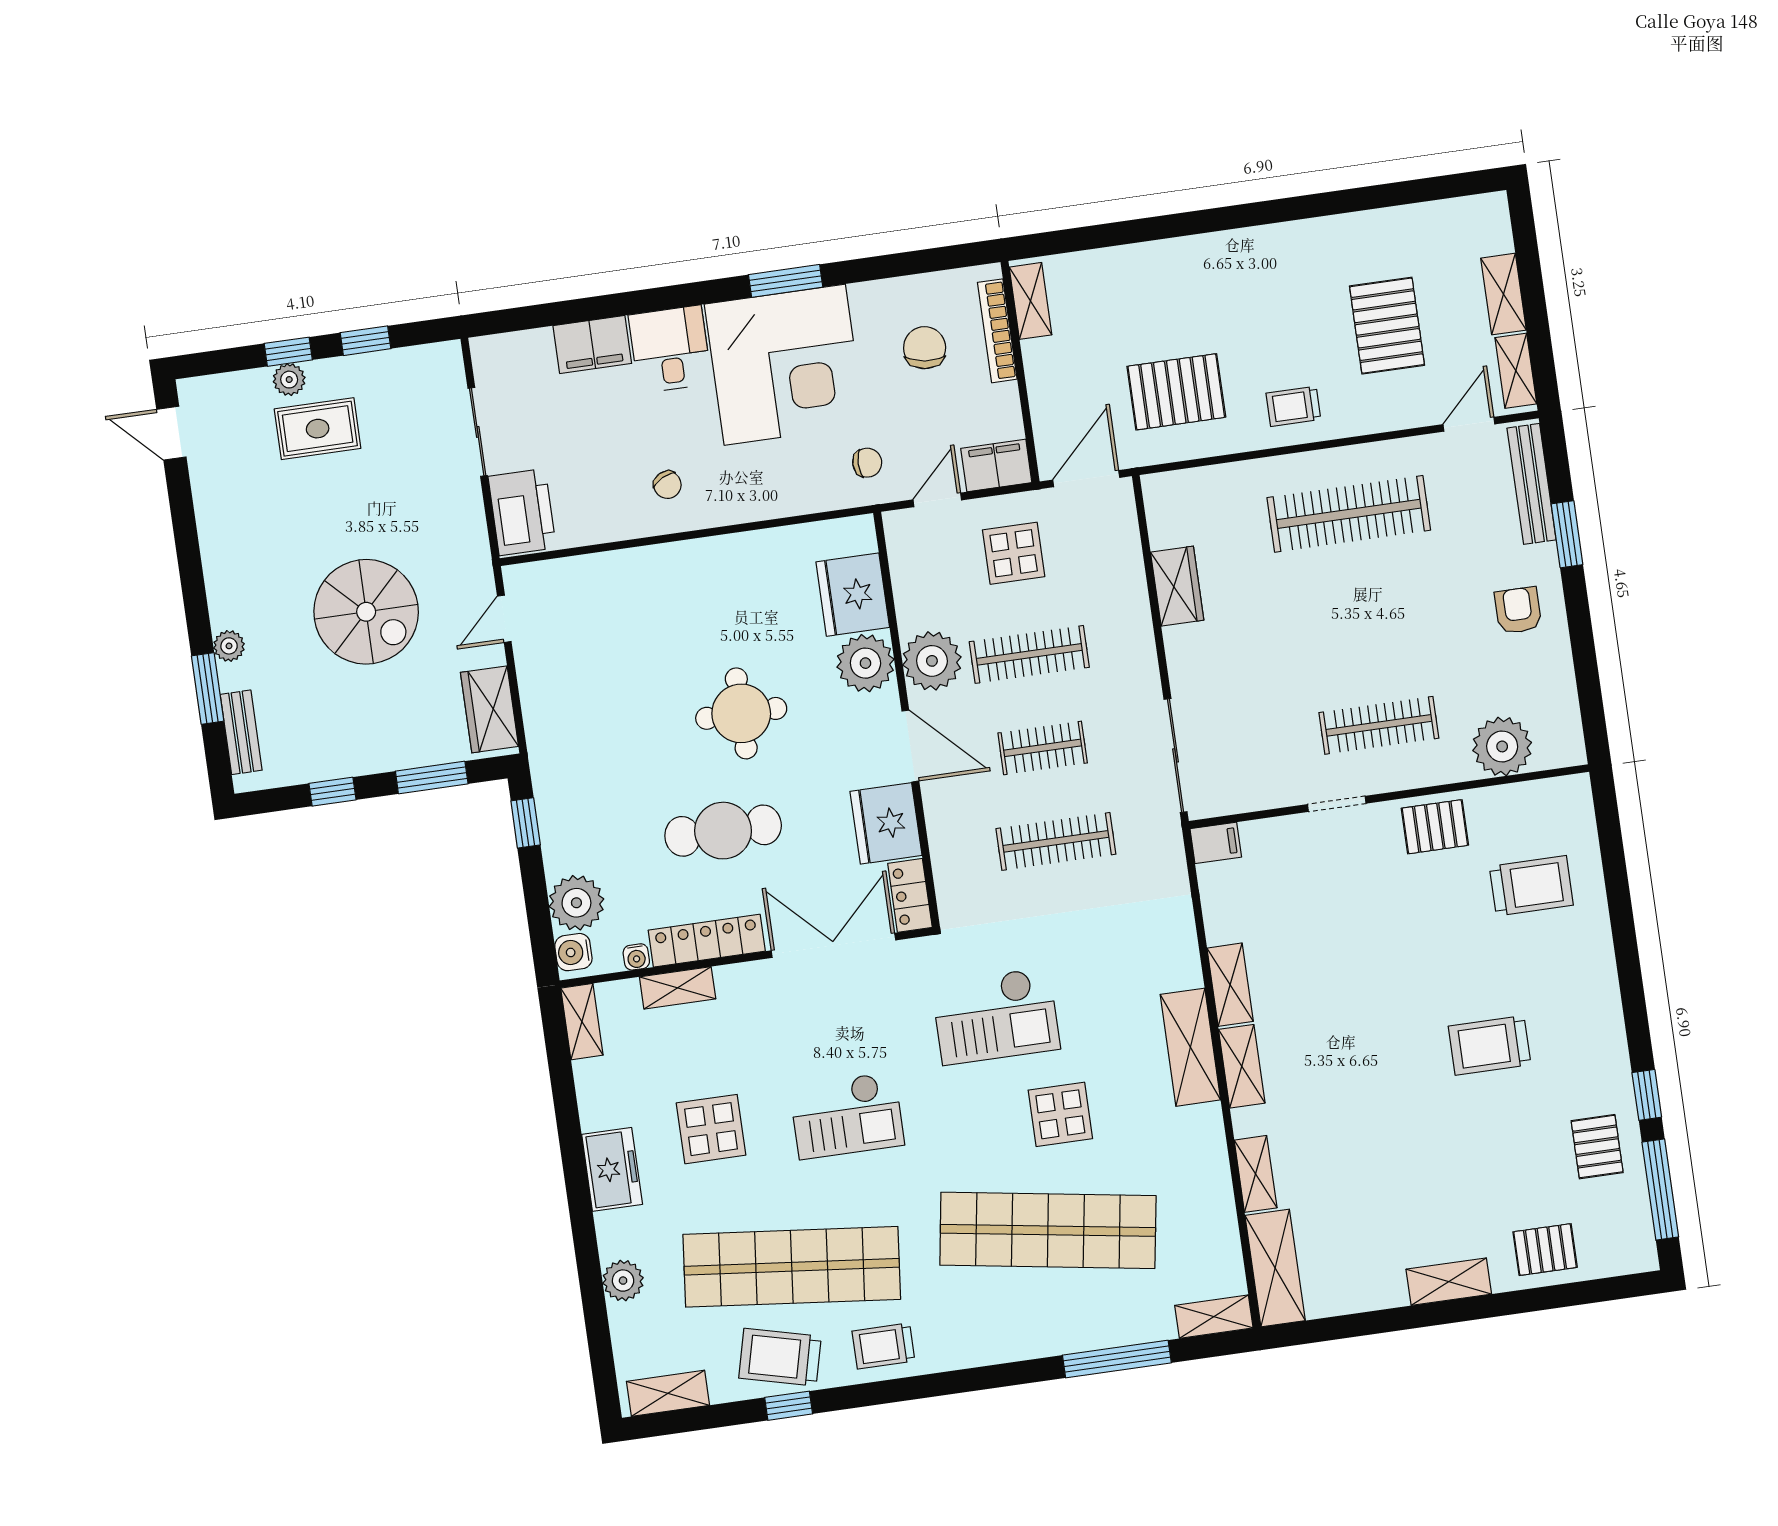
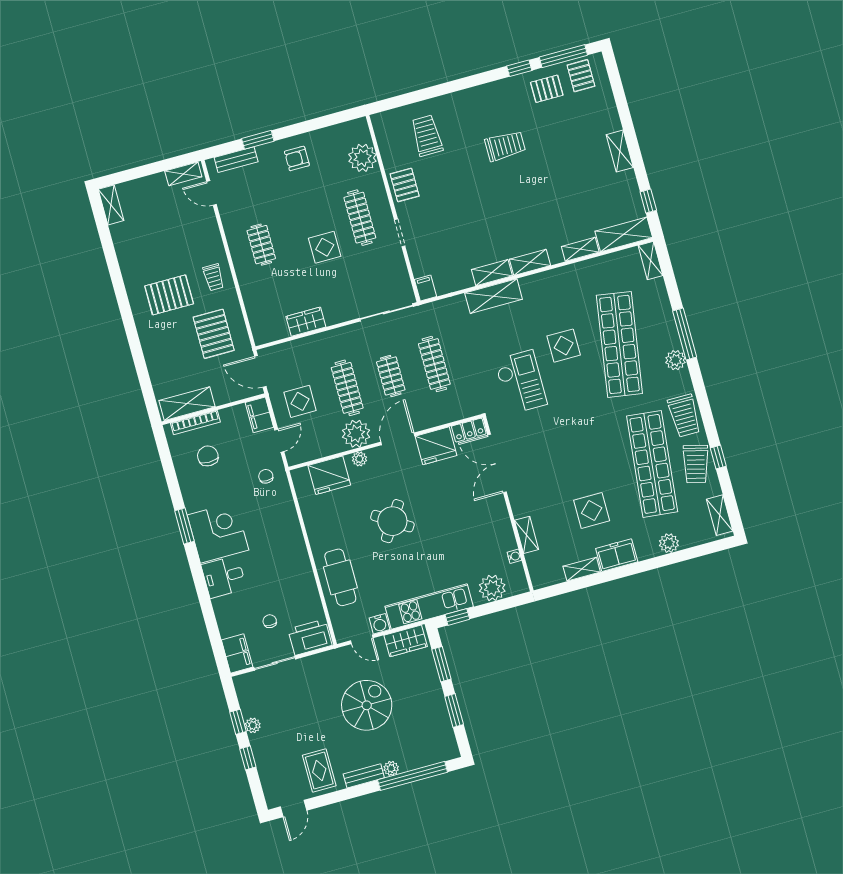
shelving: (1504, 294) -> (111, 205), moved, turned 90
shelving: (1030, 301) -> (187, 404), width x1.50, depth x1.33
pallet: (1387, 326) -> (169, 295), moved
filing cabinet: (592, 345) -> (237, 653), moved
chair: (925, 348) -> (208, 456), turned 83
corner desk: (785, 365) -> (218, 532), width x0.74, depth x0.74
plant: (289, 380) -> (253, 725), moved
rug: (318, 429) -> (319, 770), moved
bench: (1532, 484) -> (236, 160), width x0.73
chair: (667, 485) -> (270, 621), moved, turned -63
door: (937, 500) -> (279, 441), swing flipped
clothes rail: (1349, 514) -> (261, 245), width x0.54, depth x0.76
display table: (1327, 645) -> (325, 247), added
plant: (865, 663) -> (359, 459), width x0.53, depth x0.53
window: (208, 688) -> (413, 776), width x2.11
round table: (741, 713) -> (392, 521), turned 33
bench: (241, 732) -> (364, 776), moved
kitchen unit: (555, 767) -> (429, 606), added
window: (332, 792) -> (454, 710), width x1.50
cafe table: (723, 831) -> (340, 577), moved
locker: (707, 941) -> (502, 524), removed
water cooler: (573, 952) -> (379, 624), moved
shelving: (582, 1022) -> (582, 569), moved
trolley: (1490, 1045) -> (505, 146), turned -90
shelving: (1190, 1047) -> (494, 296), moved
checkout: (847, 1115) -> (577, 447), removed
pallet: (1545, 1250) -> (581, 76), moved
window: (1338, 1328) -> (648, 201), added
plant: (1001, 1342) -> (676, 360), added
trolley: (883, 1346) -> (684, 416), width x1.36, depth x1.39
window: (1117, 1359) -> (685, 334), moved

